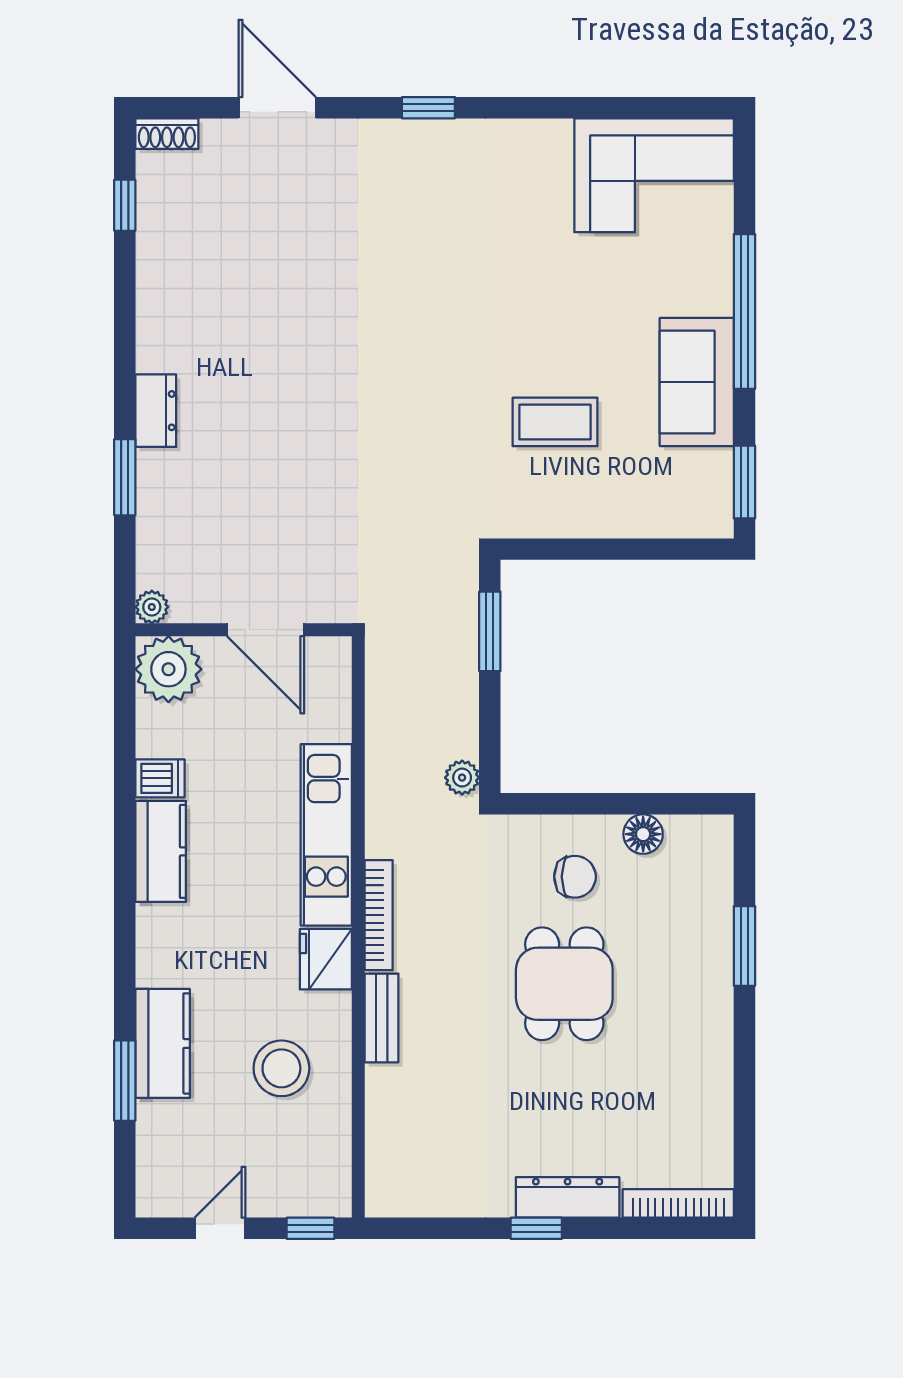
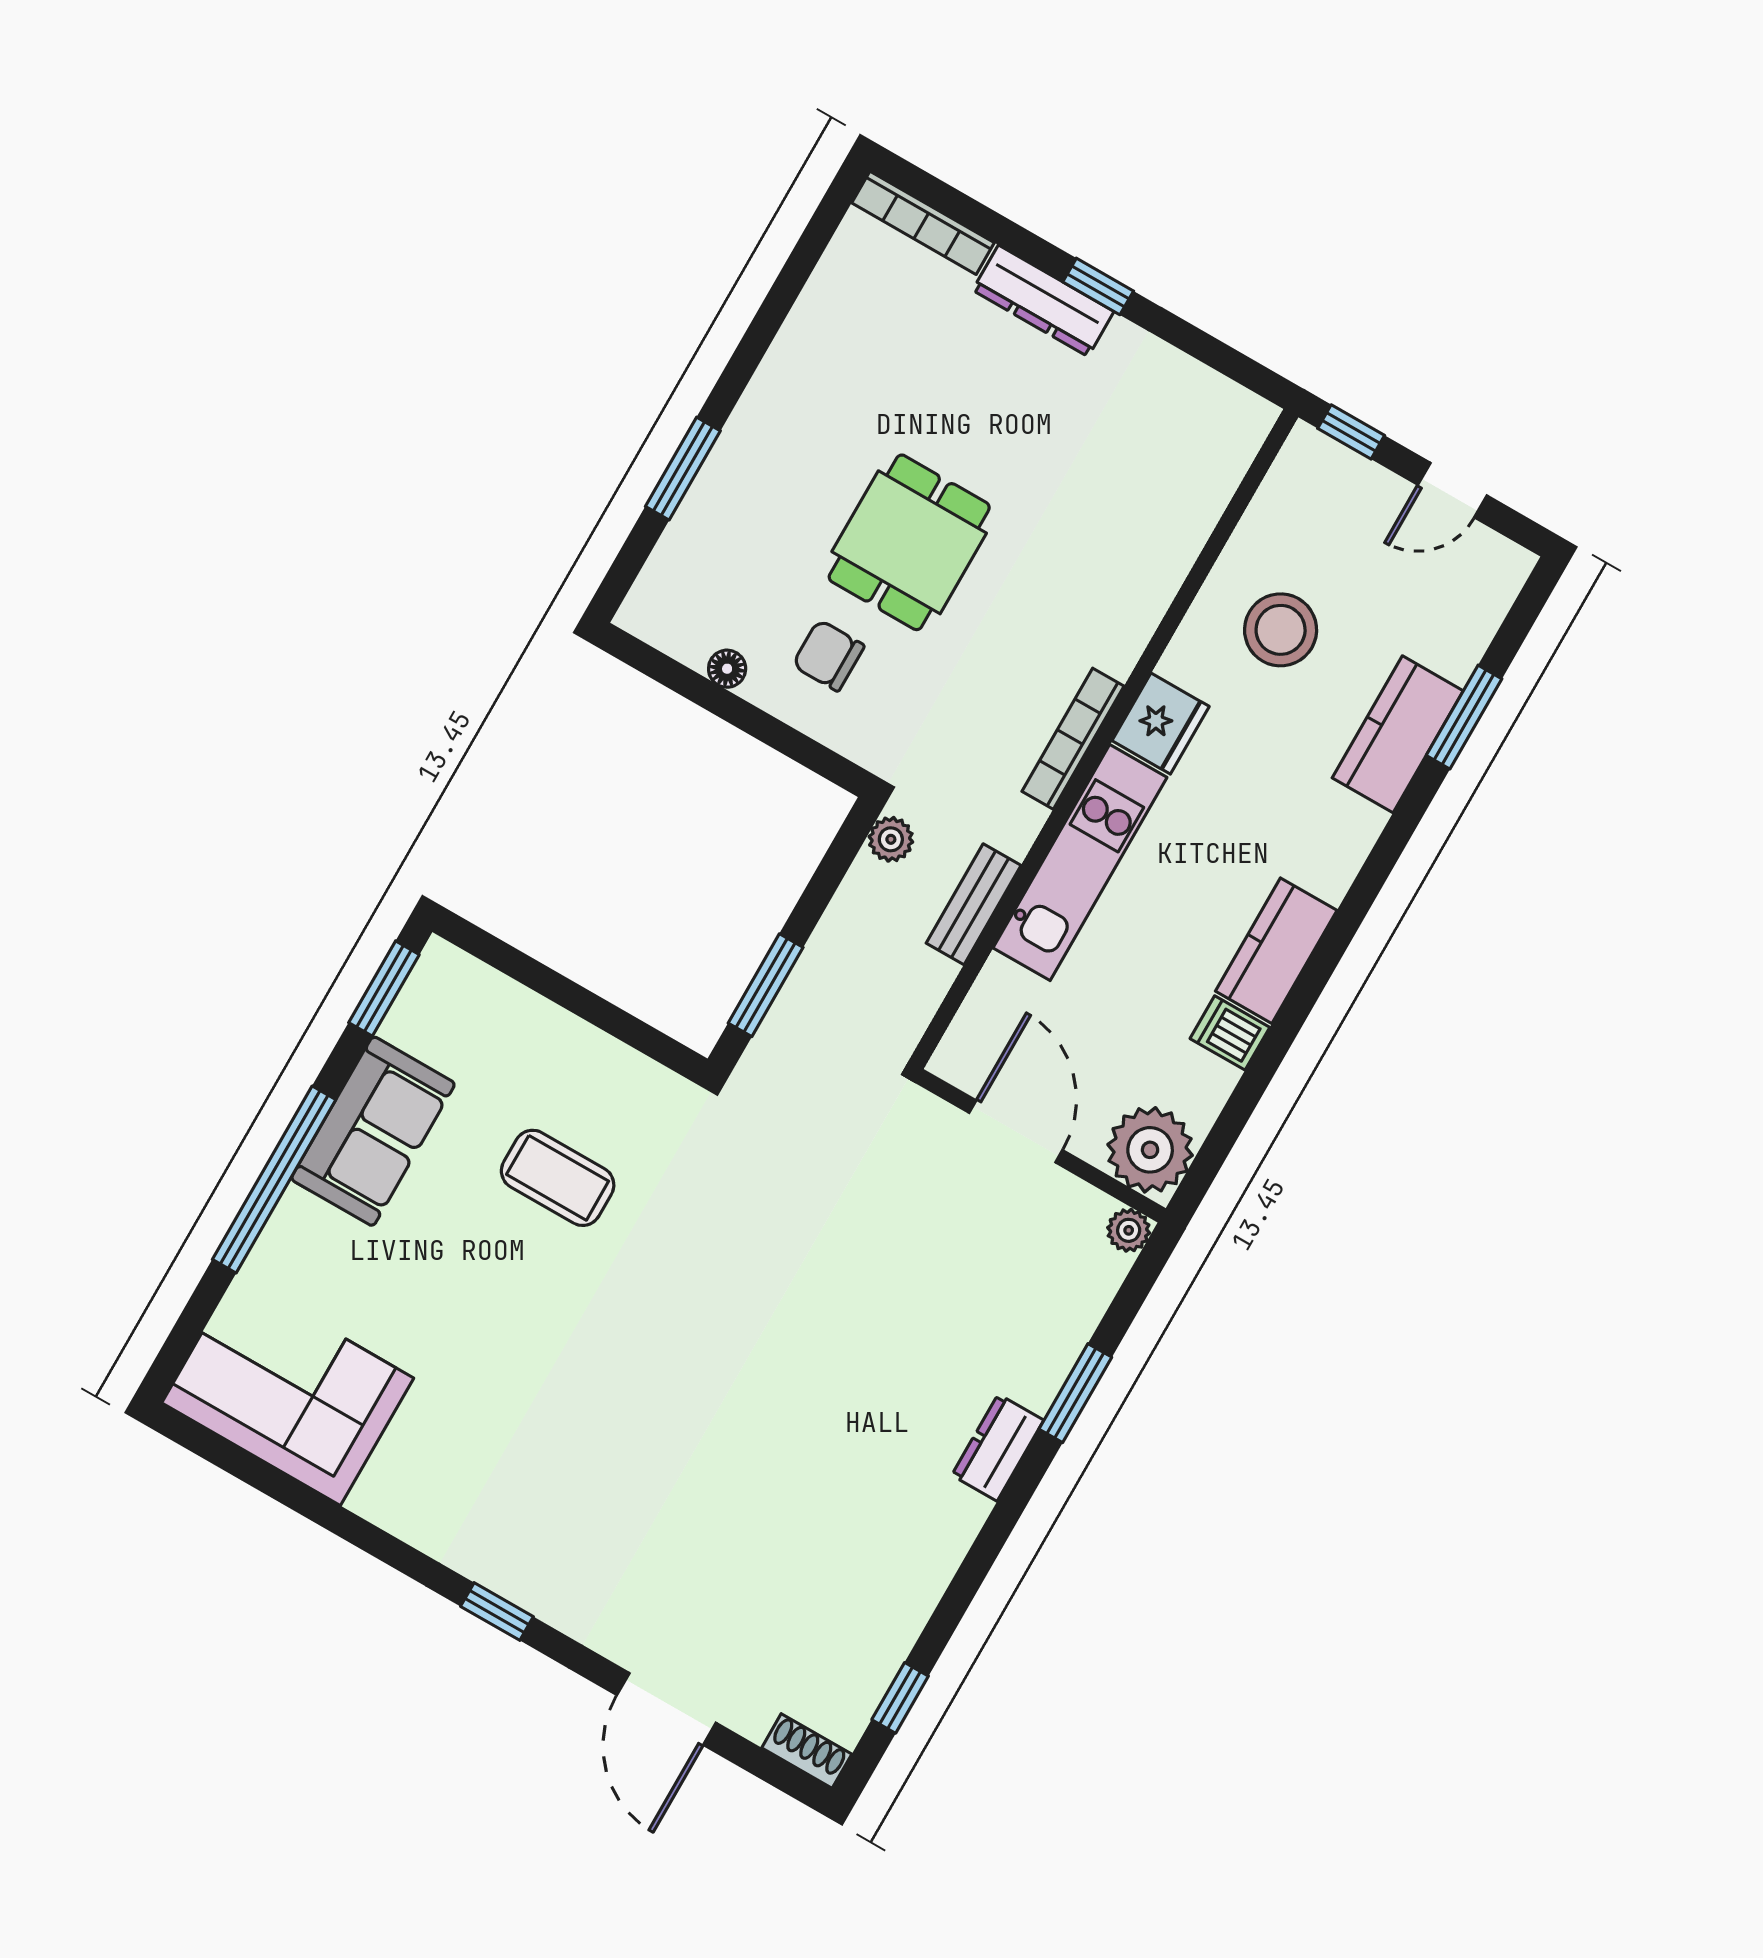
floor lamp: (643, 834) -> (727, 669), width x0.73, depth x0.73
bench: (382, 1018) -> (974, 904), moved

